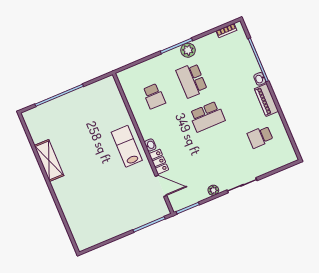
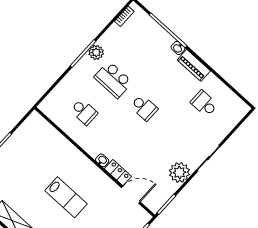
school desk: (207, 117) -> (144, 108), width x0.54
school desk: (260, 137) -> (204, 104), turned 90
lab bench: (127, 146) -> (66, 197), moved, turned 180
plant: (213, 190) -> (179, 172), width x1.87, depth x1.87

